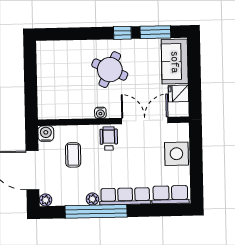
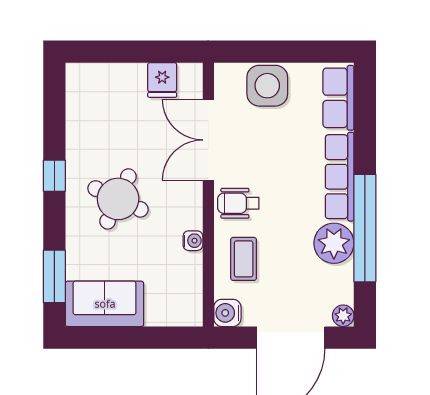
window: (155, 32) -> (54, 276), moved
sofa: (175, 62) -> (105, 304), moved, turned 180
water cooler: (100, 113) -> (193, 241), moved
coffee table: (73, 155) -> (244, 259), moved, turned 90
plant: (92, 199) -> (334, 243), width x1.88, depth x1.88

